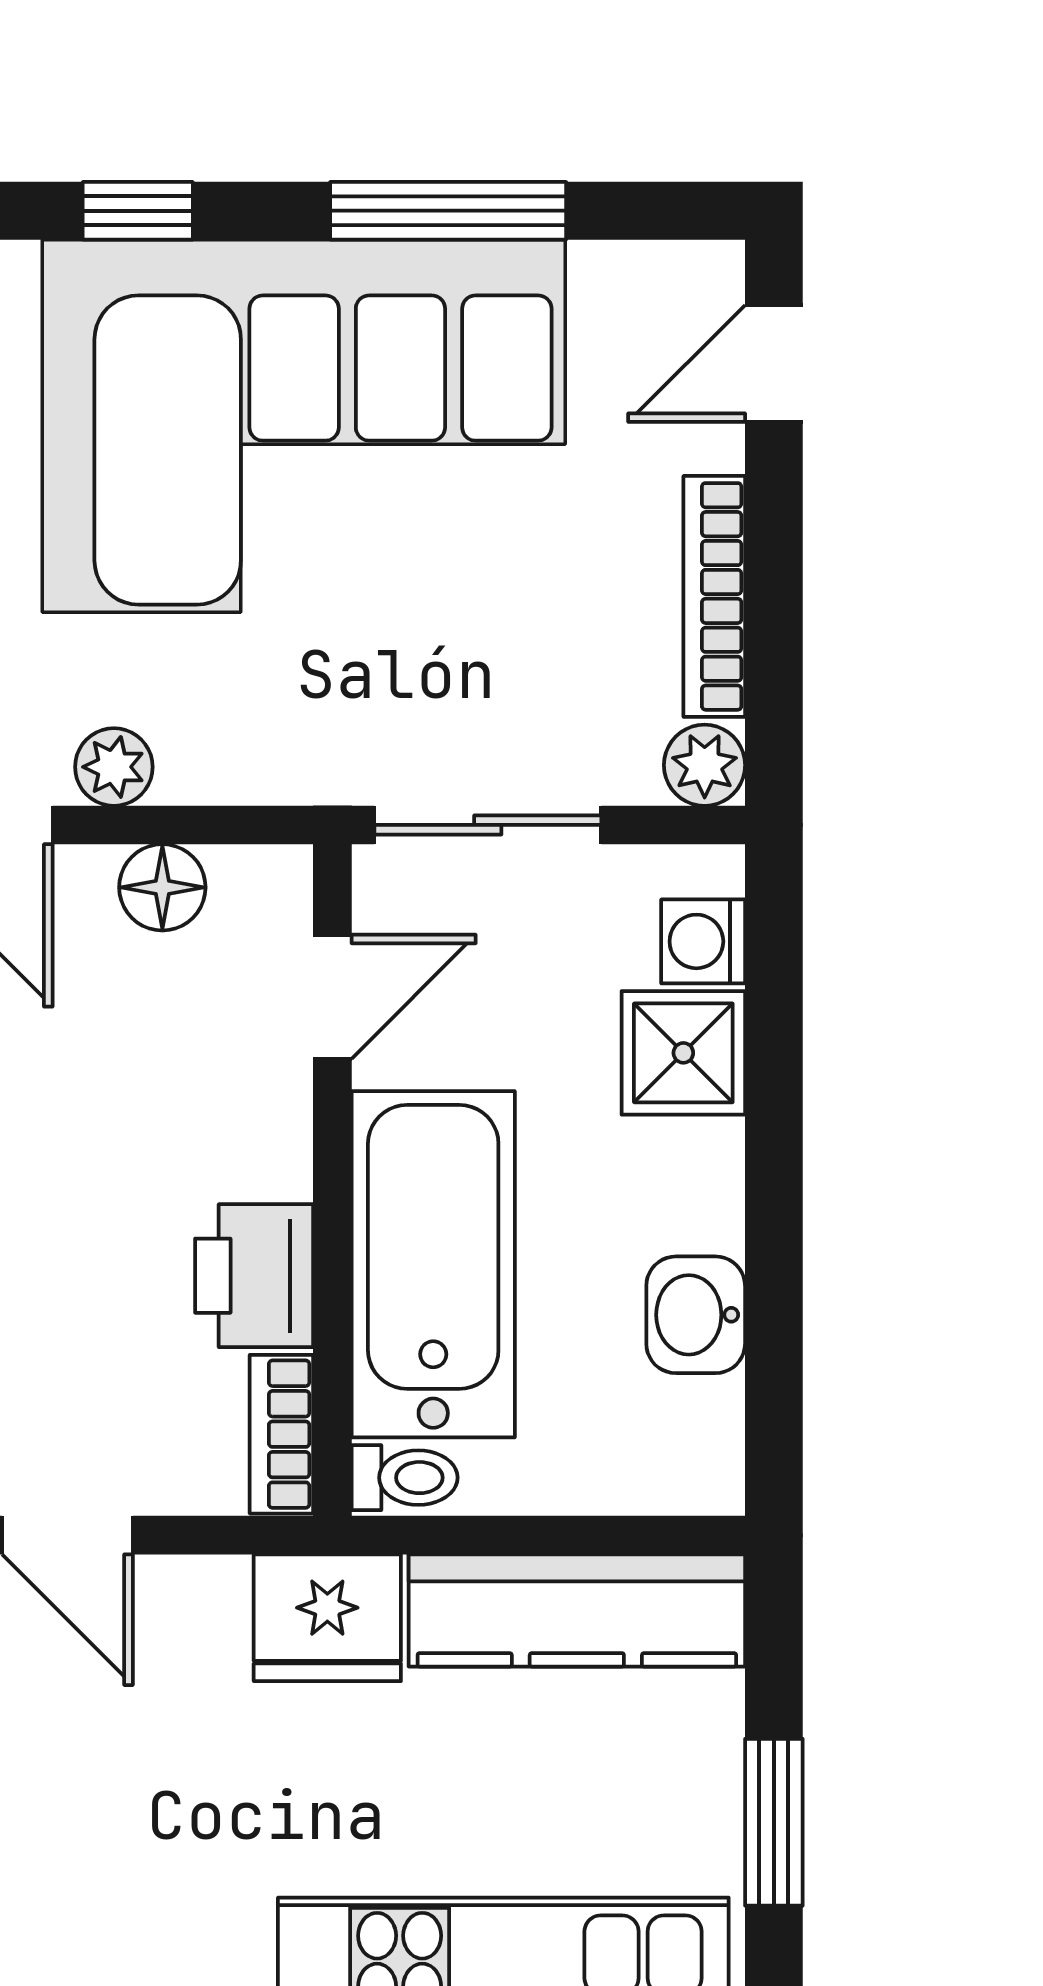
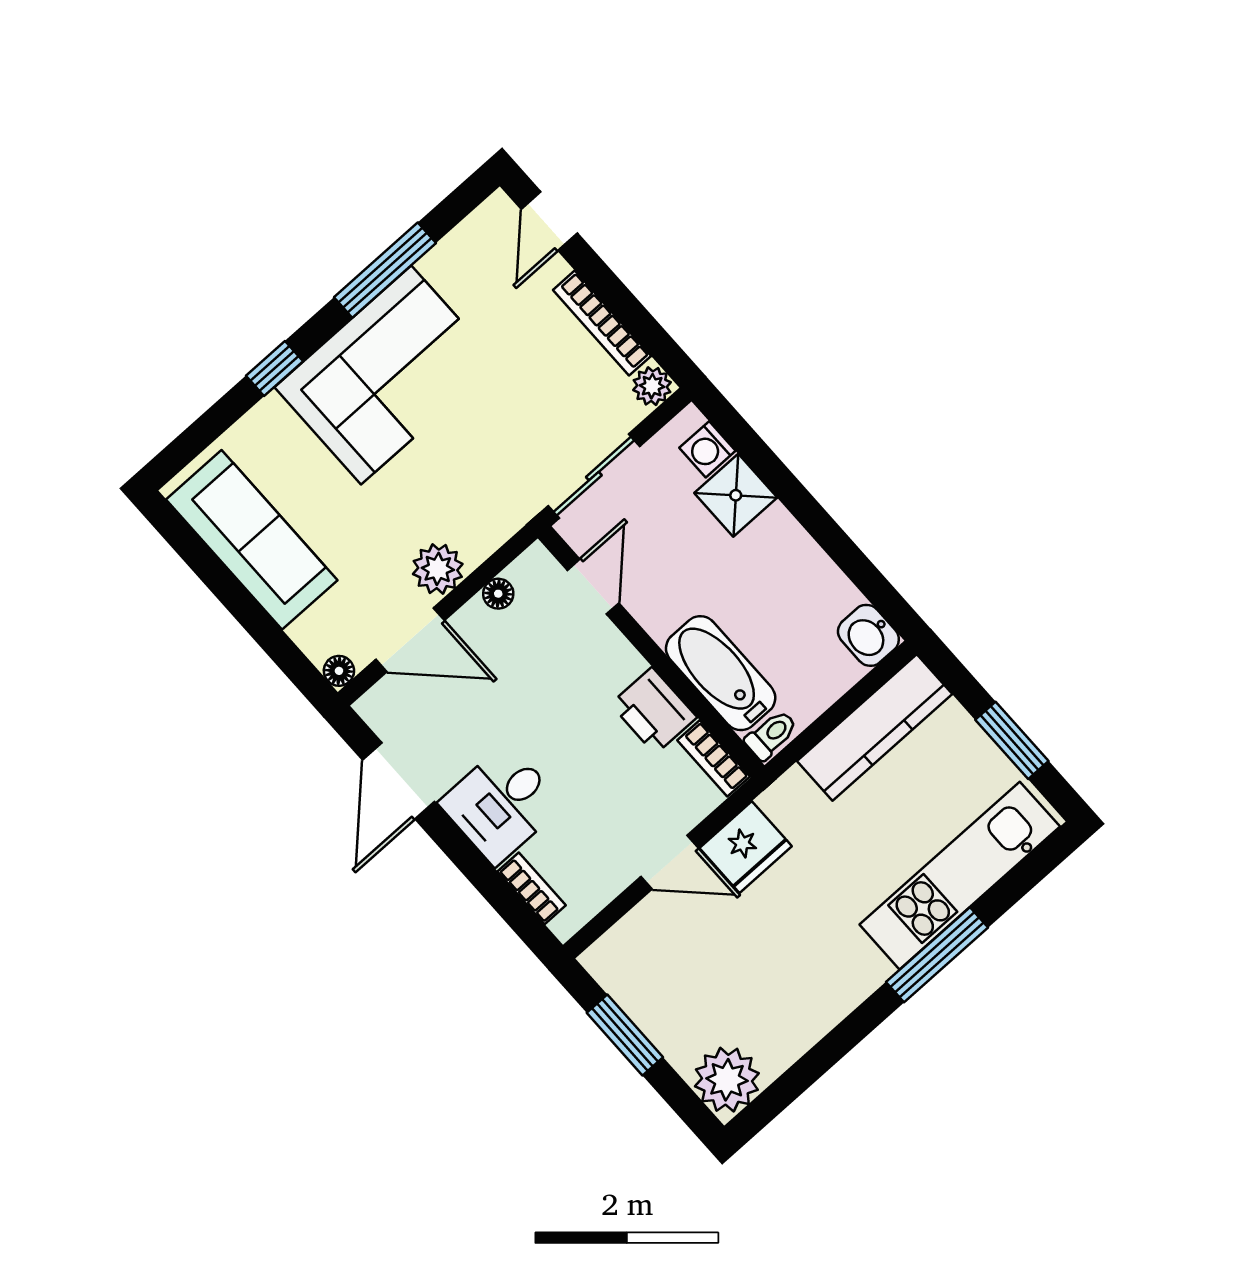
corner sofa: (304, 426) -> (386, 375), width x0.73, depth x0.74
plant: (114, 767) -> (438, 569), width x1.38, depth x1.38
floor lamp: (162, 887) -> (498, 594), width x0.73, depth x0.73
bathtub: (433, 1264) -> (721, 673), width x0.73, depth x0.73
washbasin: (696, 1315) -> (868, 635), moved
fridge: (327, 1618) -> (746, 847), moved

